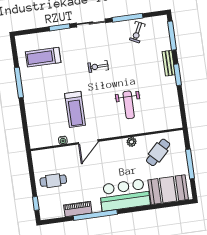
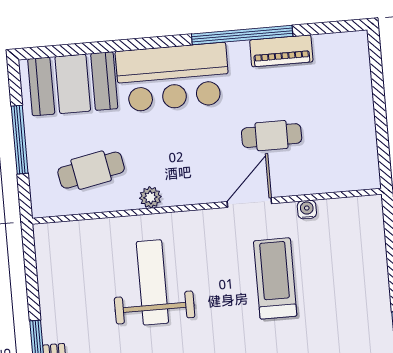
weight bench: (129, 105) -> (152, 282), width x1.36, depth x1.33
cafe table: (158, 152) -> (91, 170), turned 34
cafe table: (53, 181) -> (272, 136), moved
window: (36, 203) -> (376, 69), removed

